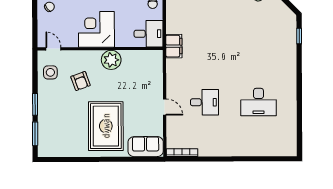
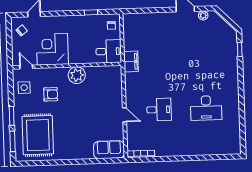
corner desk: (96, 29) -> (52, 49), moved
armchair: (81, 81) -> (51, 94), turned -70
rug: (106, 126) -> (38, 135), moved

